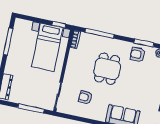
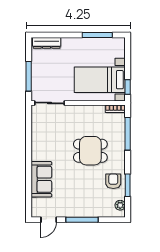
armchair: (85, 97) -> (54, 133), removed

